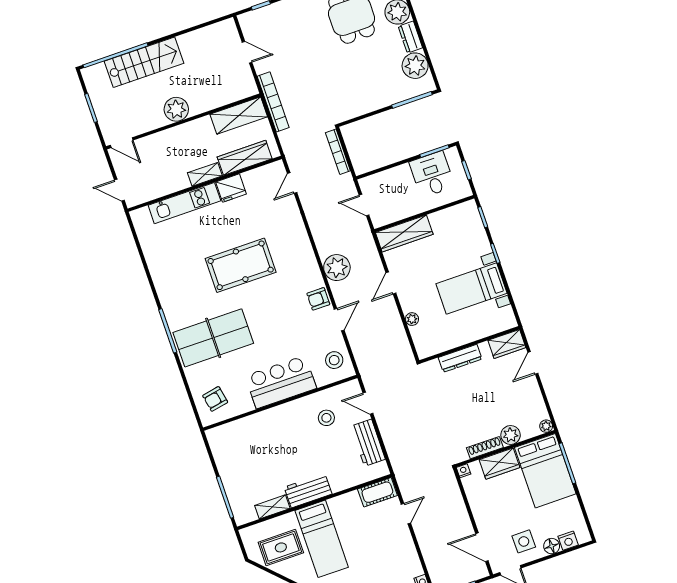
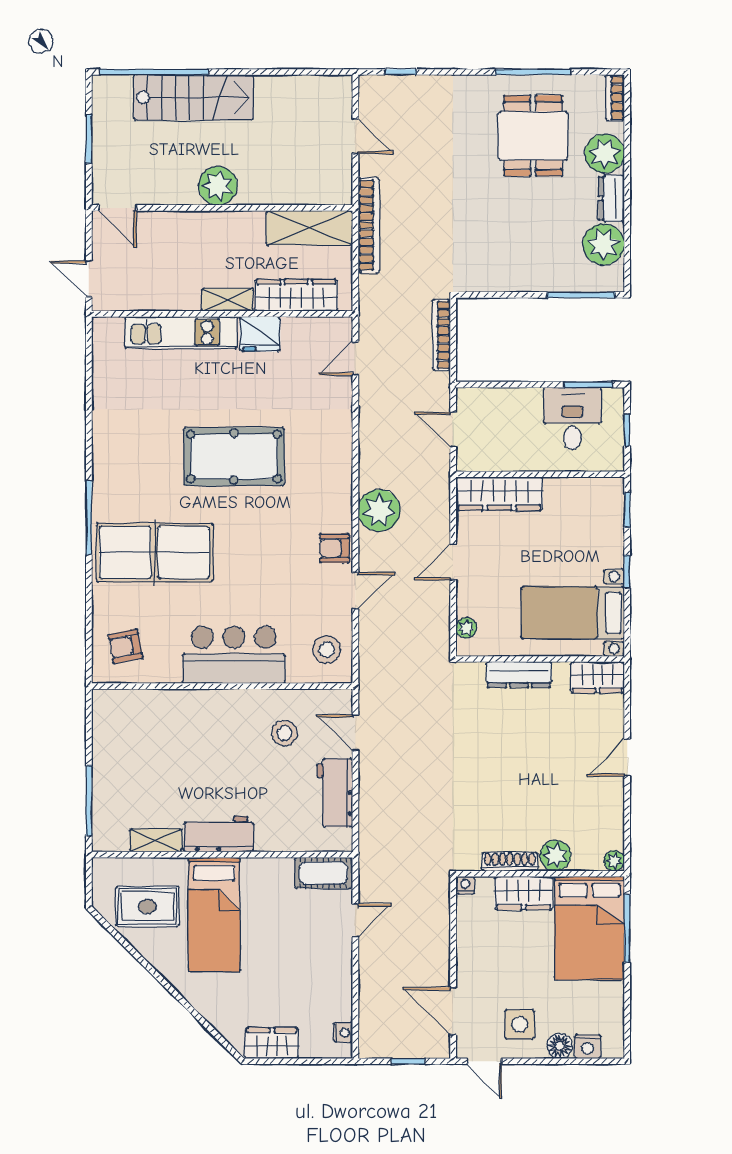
wardrobe: (507, 344) -> (597, 677), moved
wall: (469, 345) -> (540, 659), moved
dresser: (460, 358) -> (519, 675), moved

